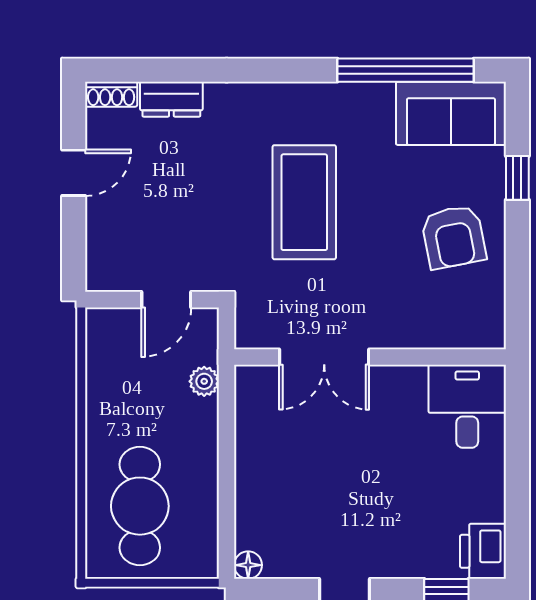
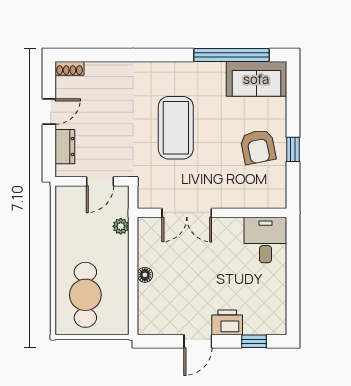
dresser: (171, 99) -> (65, 147), moved, turned -90
window: (517, 178) -> (293, 149), moved
printer: (483, 551) -> (227, 322), moved, turned 90
floor lamp: (248, 565) -> (145, 275), moved

